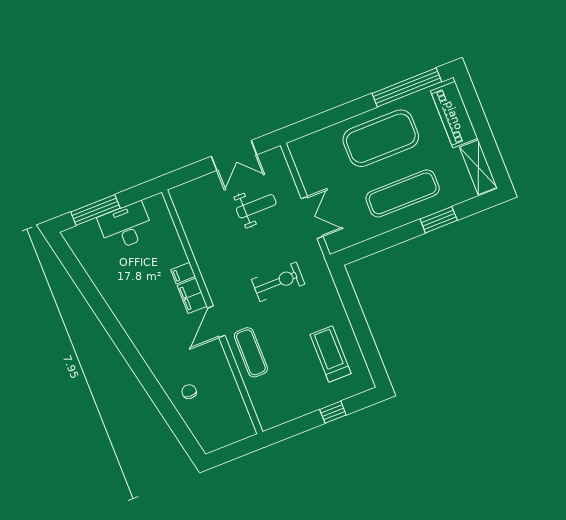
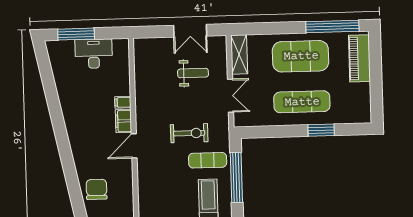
shelving: (478, 167) -> (239, 54), moved
window: (356, 315) -> (236, 177), added
exercise mat: (251, 352) -> (208, 160), moved, turned 90
chair: (189, 392) -> (96, 189), width x1.87, depth x1.87

